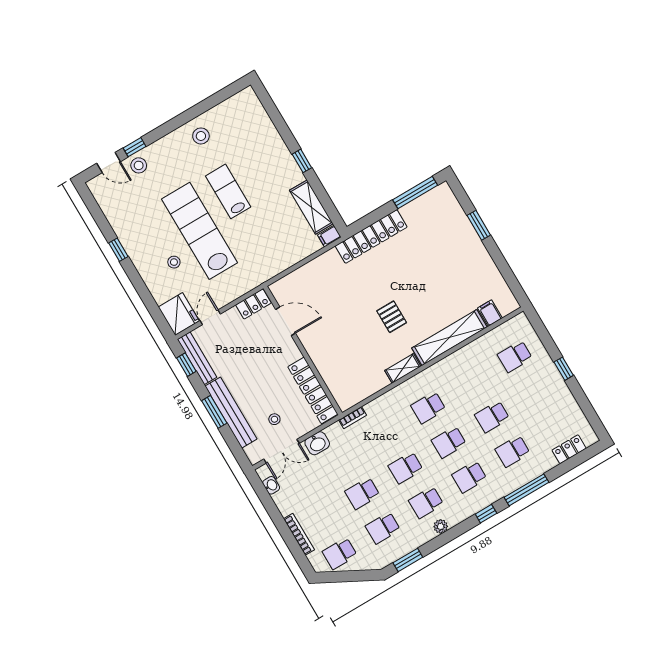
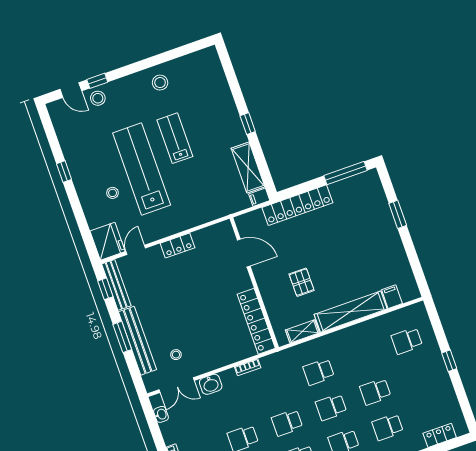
door: (286, 321) -> (244, 253), moved
wall: (303, 351) -> (254, 283), moved
locker: (313, 390) -> (256, 321), moved

